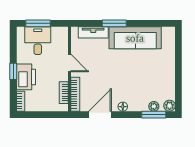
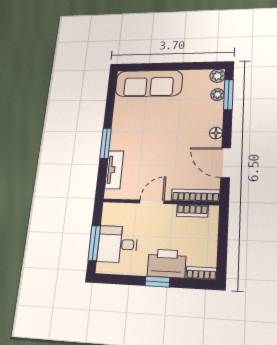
sofa: (135, 38) -> (149, 83), moved, turned 90

